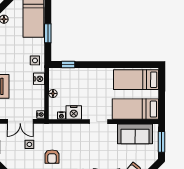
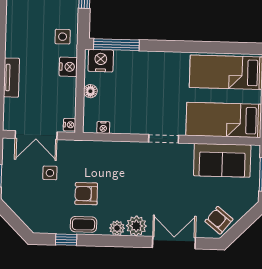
window: (68, 64) -> (116, 45), width x2.17
nightstand: (74, 112) -> (101, 61), moved, turned 180
armchair: (52, 157) -> (86, 194), turned 90

